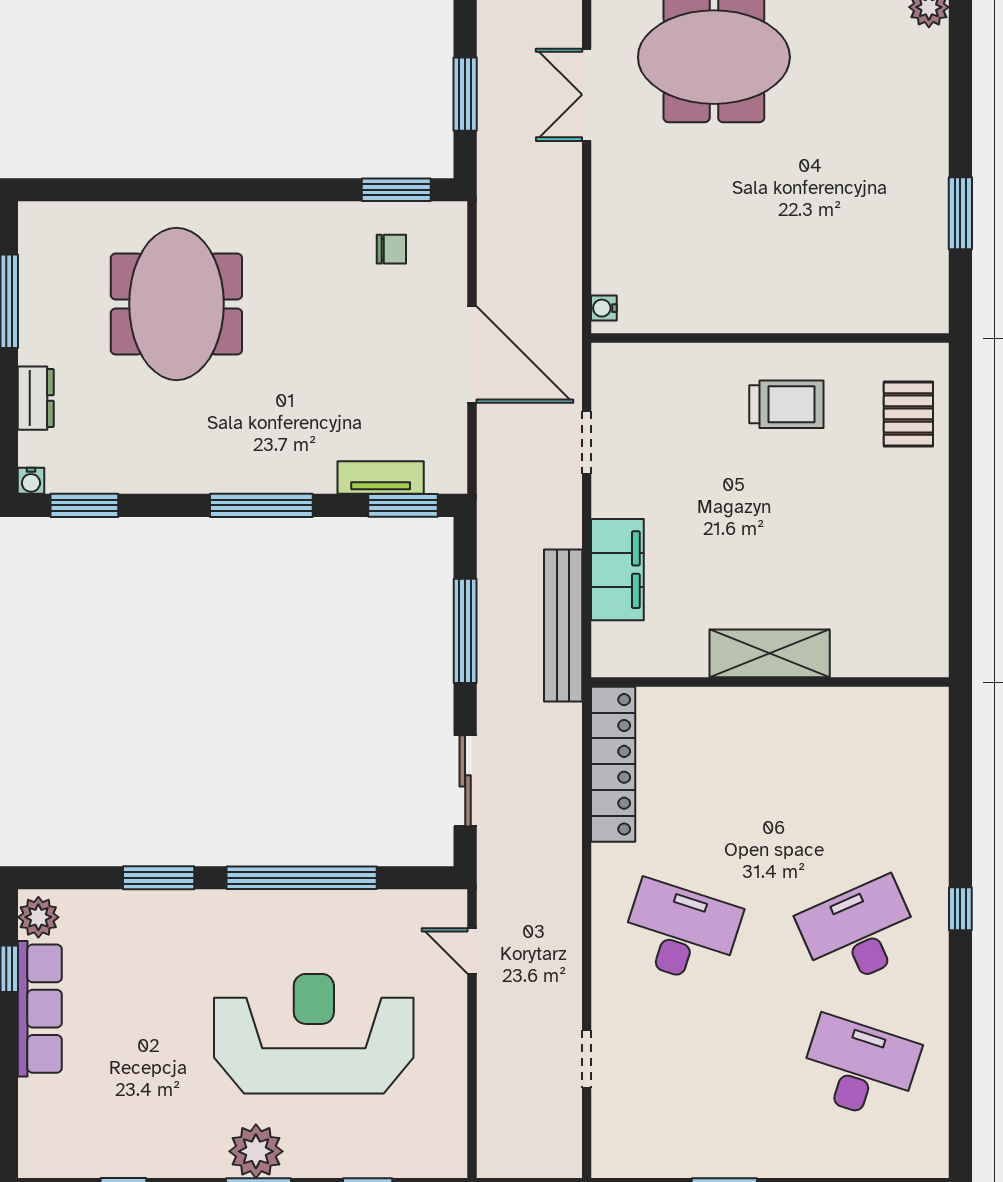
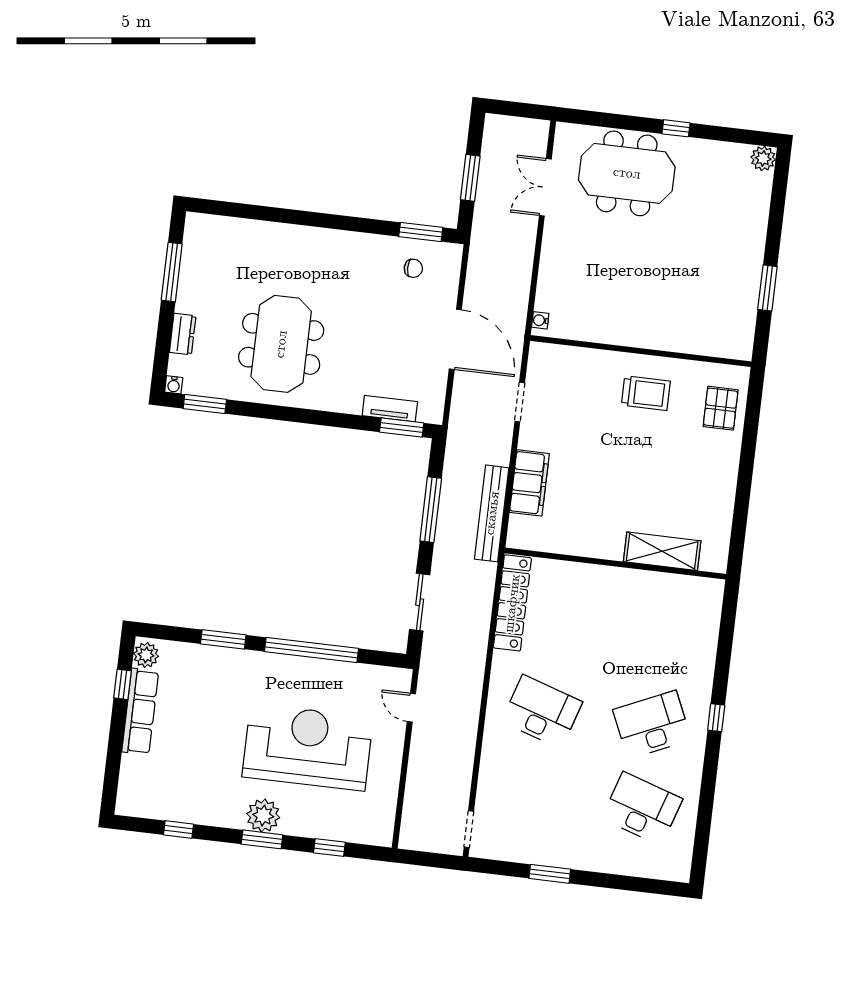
meeting table: (176, 304) -> (281, 344), moved
window: (261, 505) -> (314, 417), removed
shelving: (770, 653) -> (662, 551), moved
doorway: (587, 1059) -> (469, 829), moved

